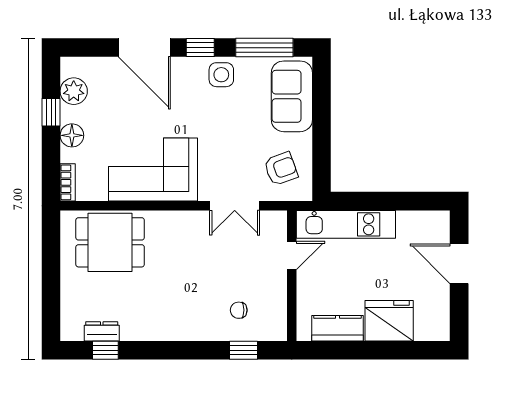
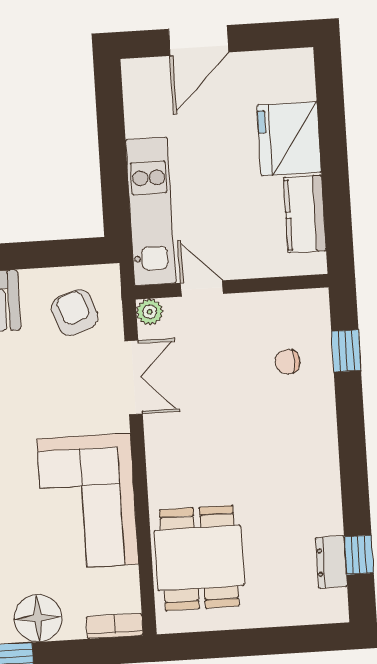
floor lamp: (72, 135) -> (38, 618), width x1.38, depth x1.38
plant: (278, 219) -> (150, 312), added
chair: (239, 310) -> (287, 362), turned 90

